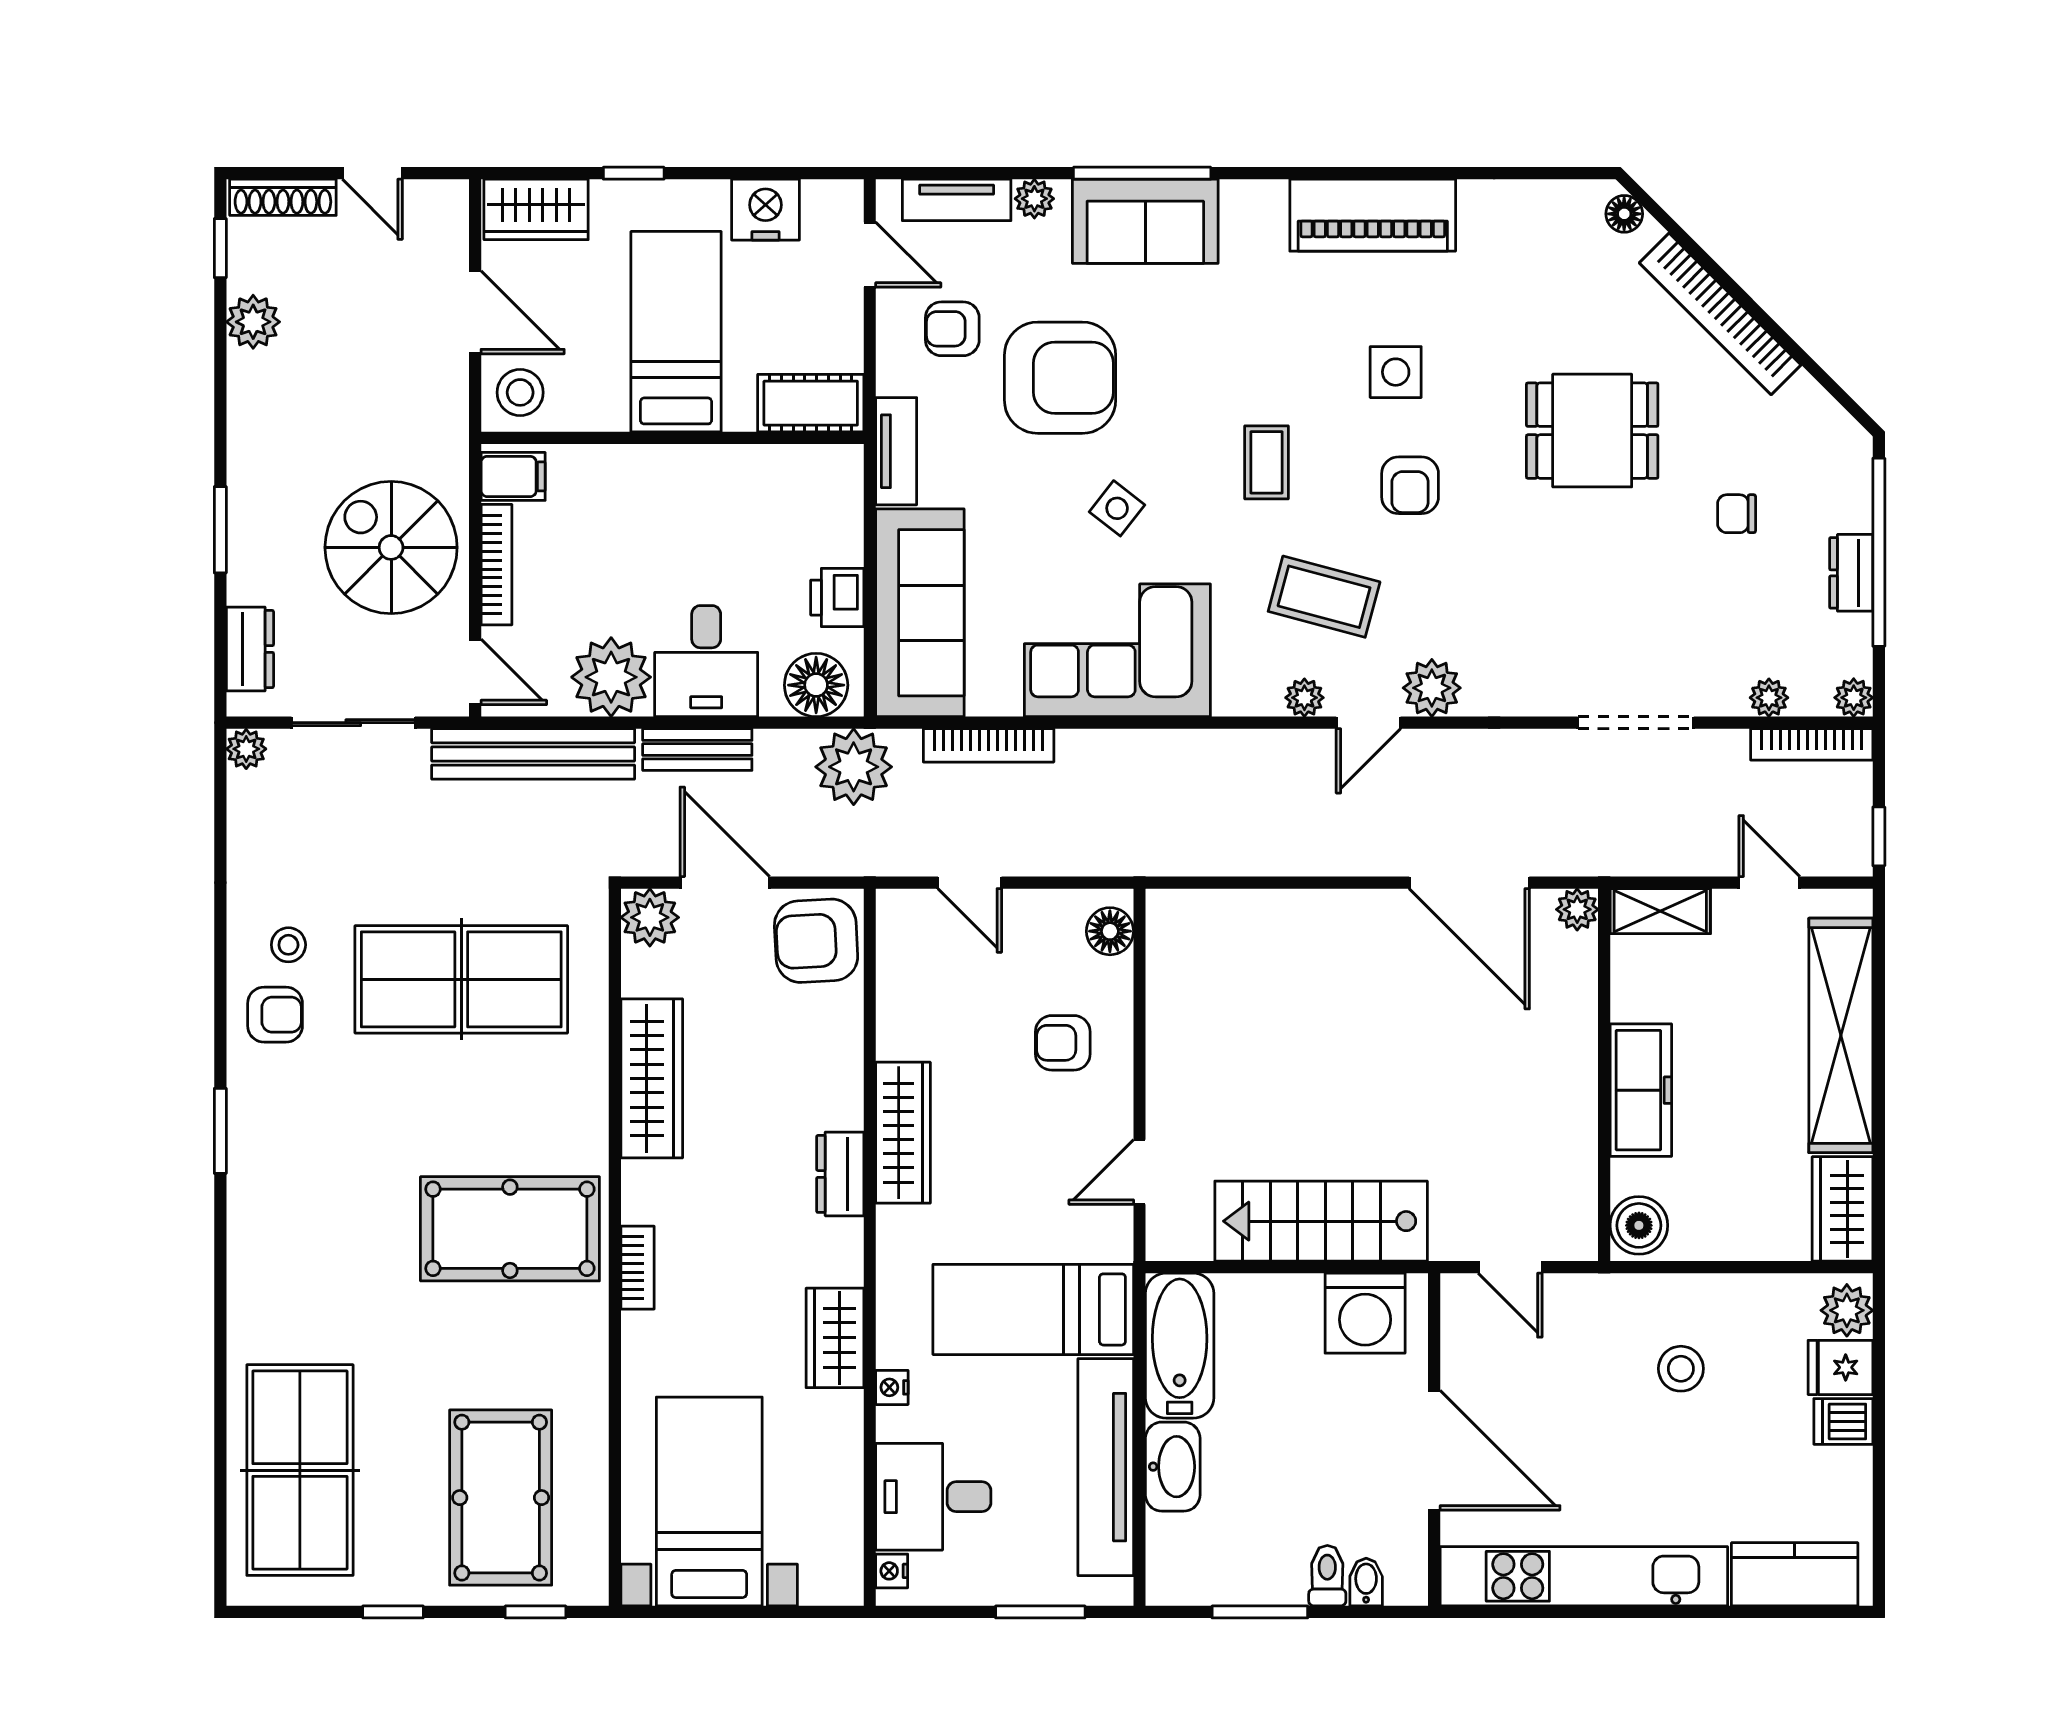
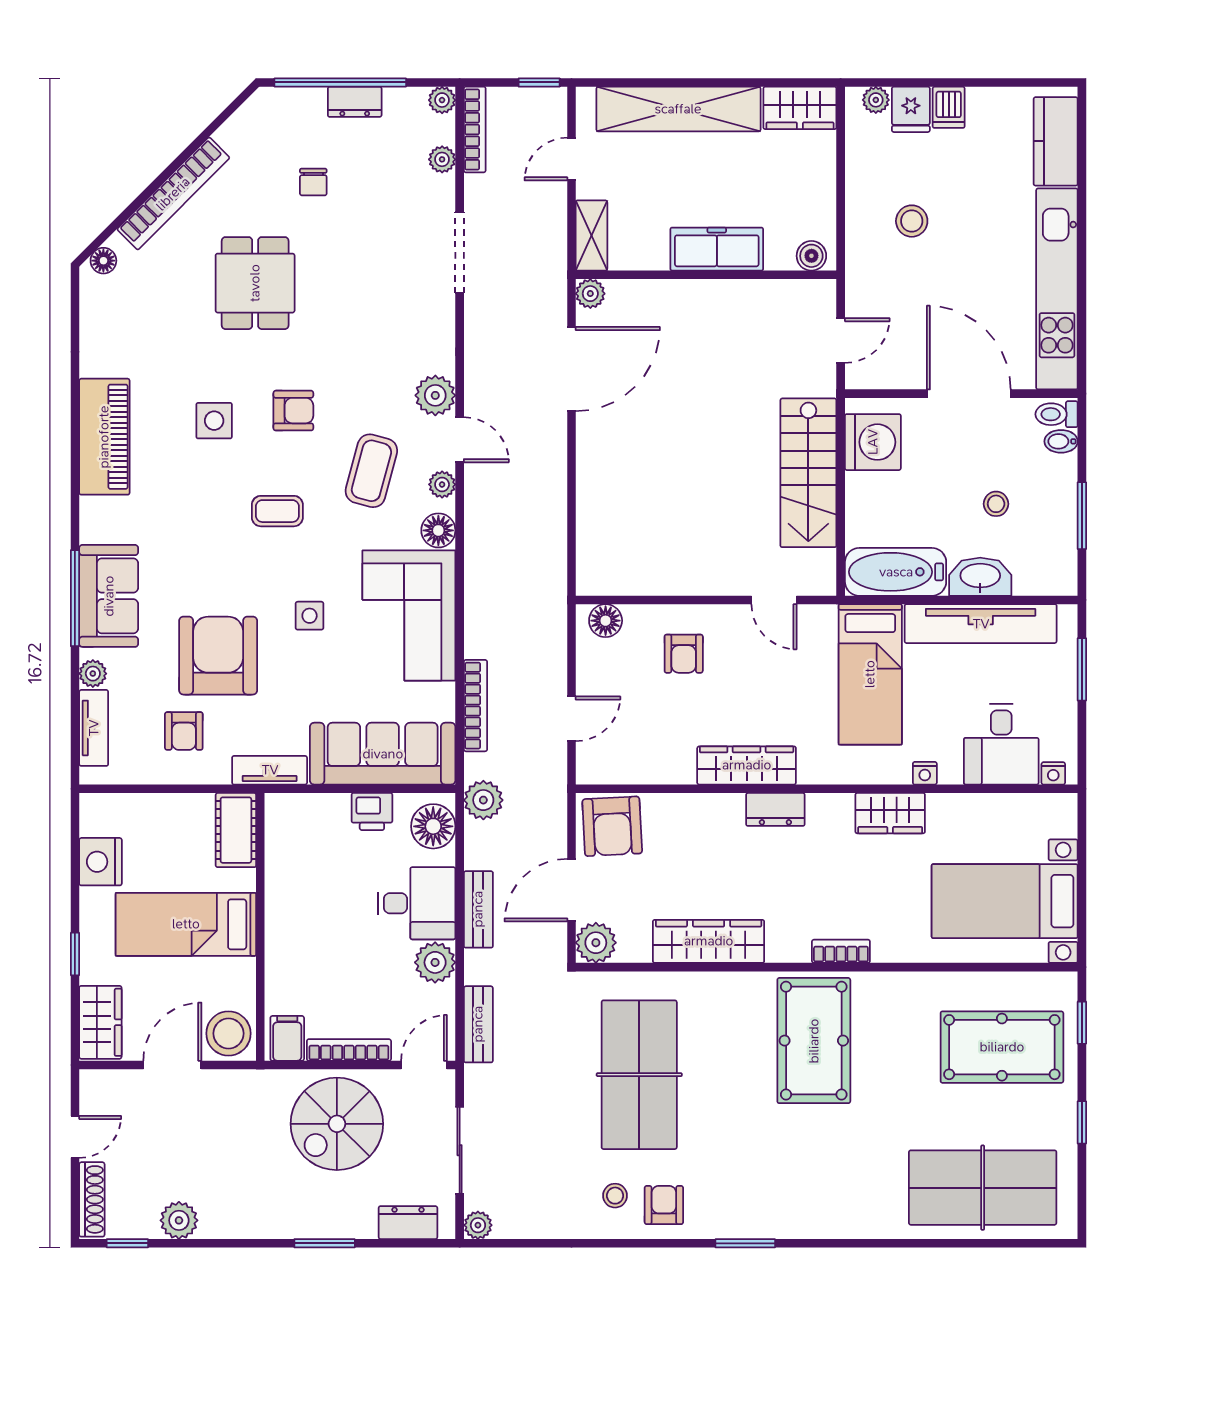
door: (870, 255) -> (132, 789), removed
stool: (520, 392) -> (228, 1033), width x1.38, depth x1.38
side table: (1117, 508) -> (310, 616), turned -38
plant: (611, 677) -> (435, 962), width x0.73, depth x0.73
floor lamp: (1239, 692) -> (438, 530), added
bench: (533, 754) -> (478, 1024), width x0.54, depth x0.82
plant: (854, 767) -> (483, 800), width x0.73, depth x0.73
boiler: (1639, 1225) -> (811, 256), width x0.73, depth x0.73
plant: (1847, 1310) -> (876, 100), width x0.73, depth x0.73
door: (1434, 1450) -> (969, 394), hinge flipped
stool: (1277, 1489) -> (996, 504), added
toilet: (1327, 1576) -> (1057, 414), moved

